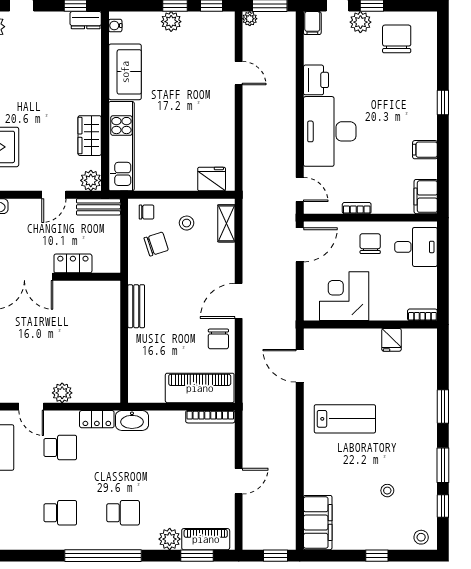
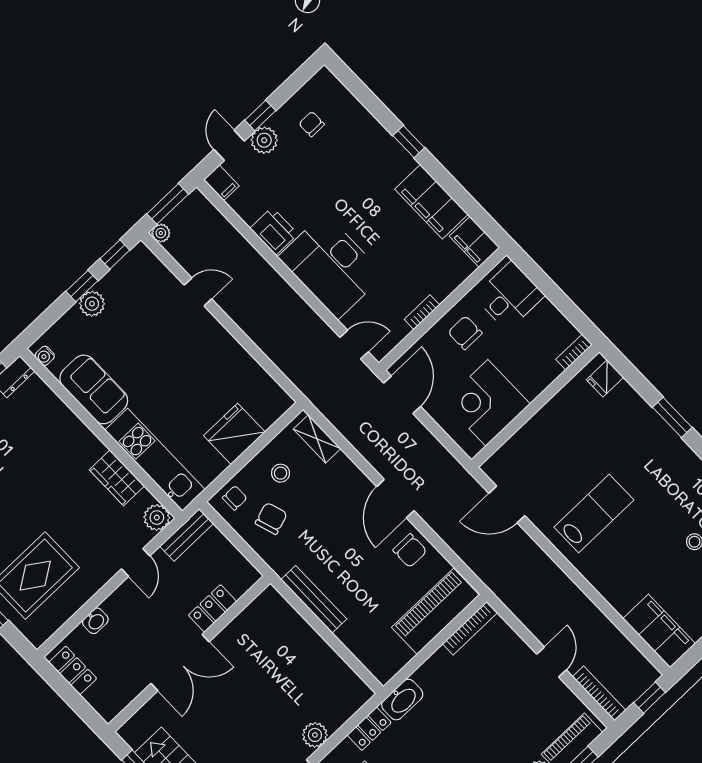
chair: (397, 39) -> (312, 124), width x0.54, depth x0.54
filing cabinet: (425, 150) -> (431, 202), width x3.00, depth x1.17
fridge: (212, 179) -> (234, 434), moved, width x1.36, depth x1.34
bench: (136, 306) -> (314, 599), width x1.36
fridge: (392, 340) -> (605, 378), moved, turned 90
bookcase: (249, 525) -> (599, 693), added

